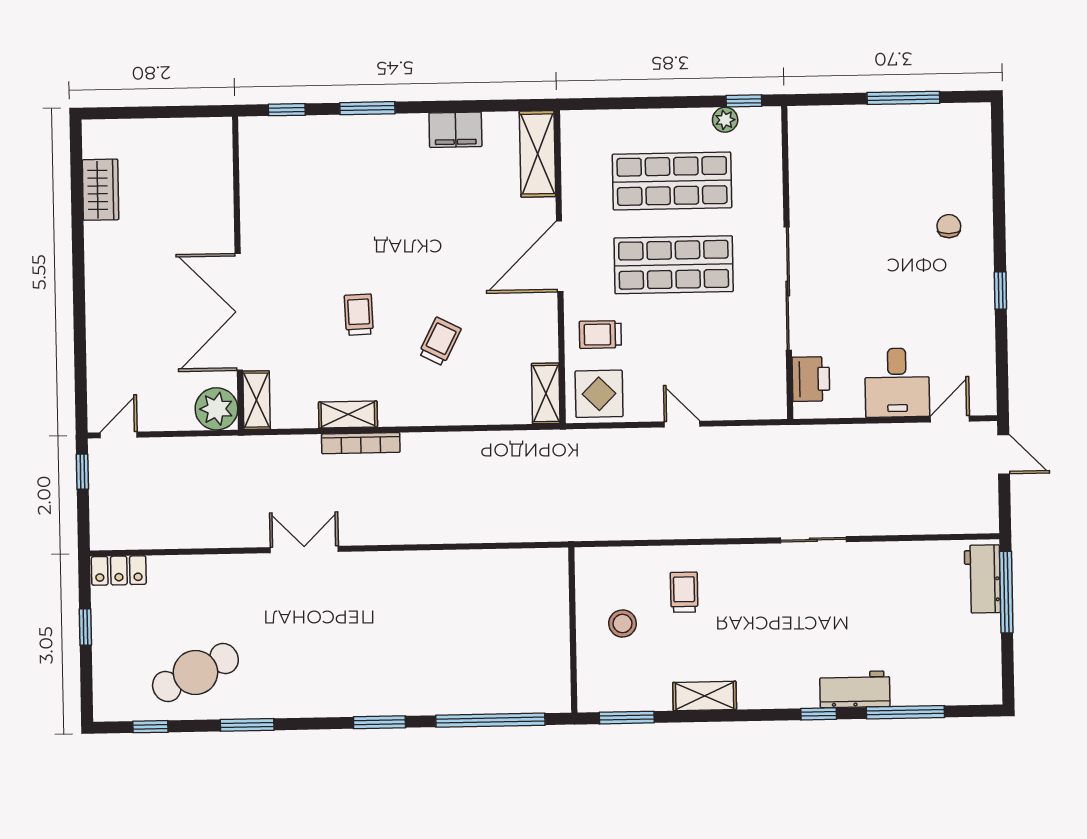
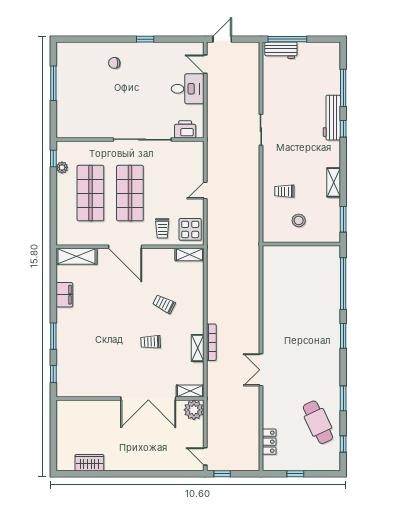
locker: (119, 570) -> (269, 442), moved
workbench: (855, 689) -> (332, 118), width x1.37

